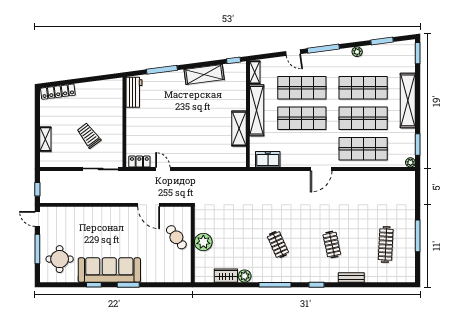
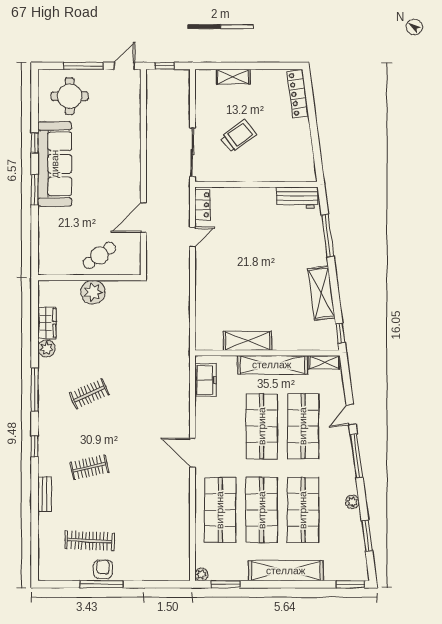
armchair: (407, 235) -> (103, 569), added

